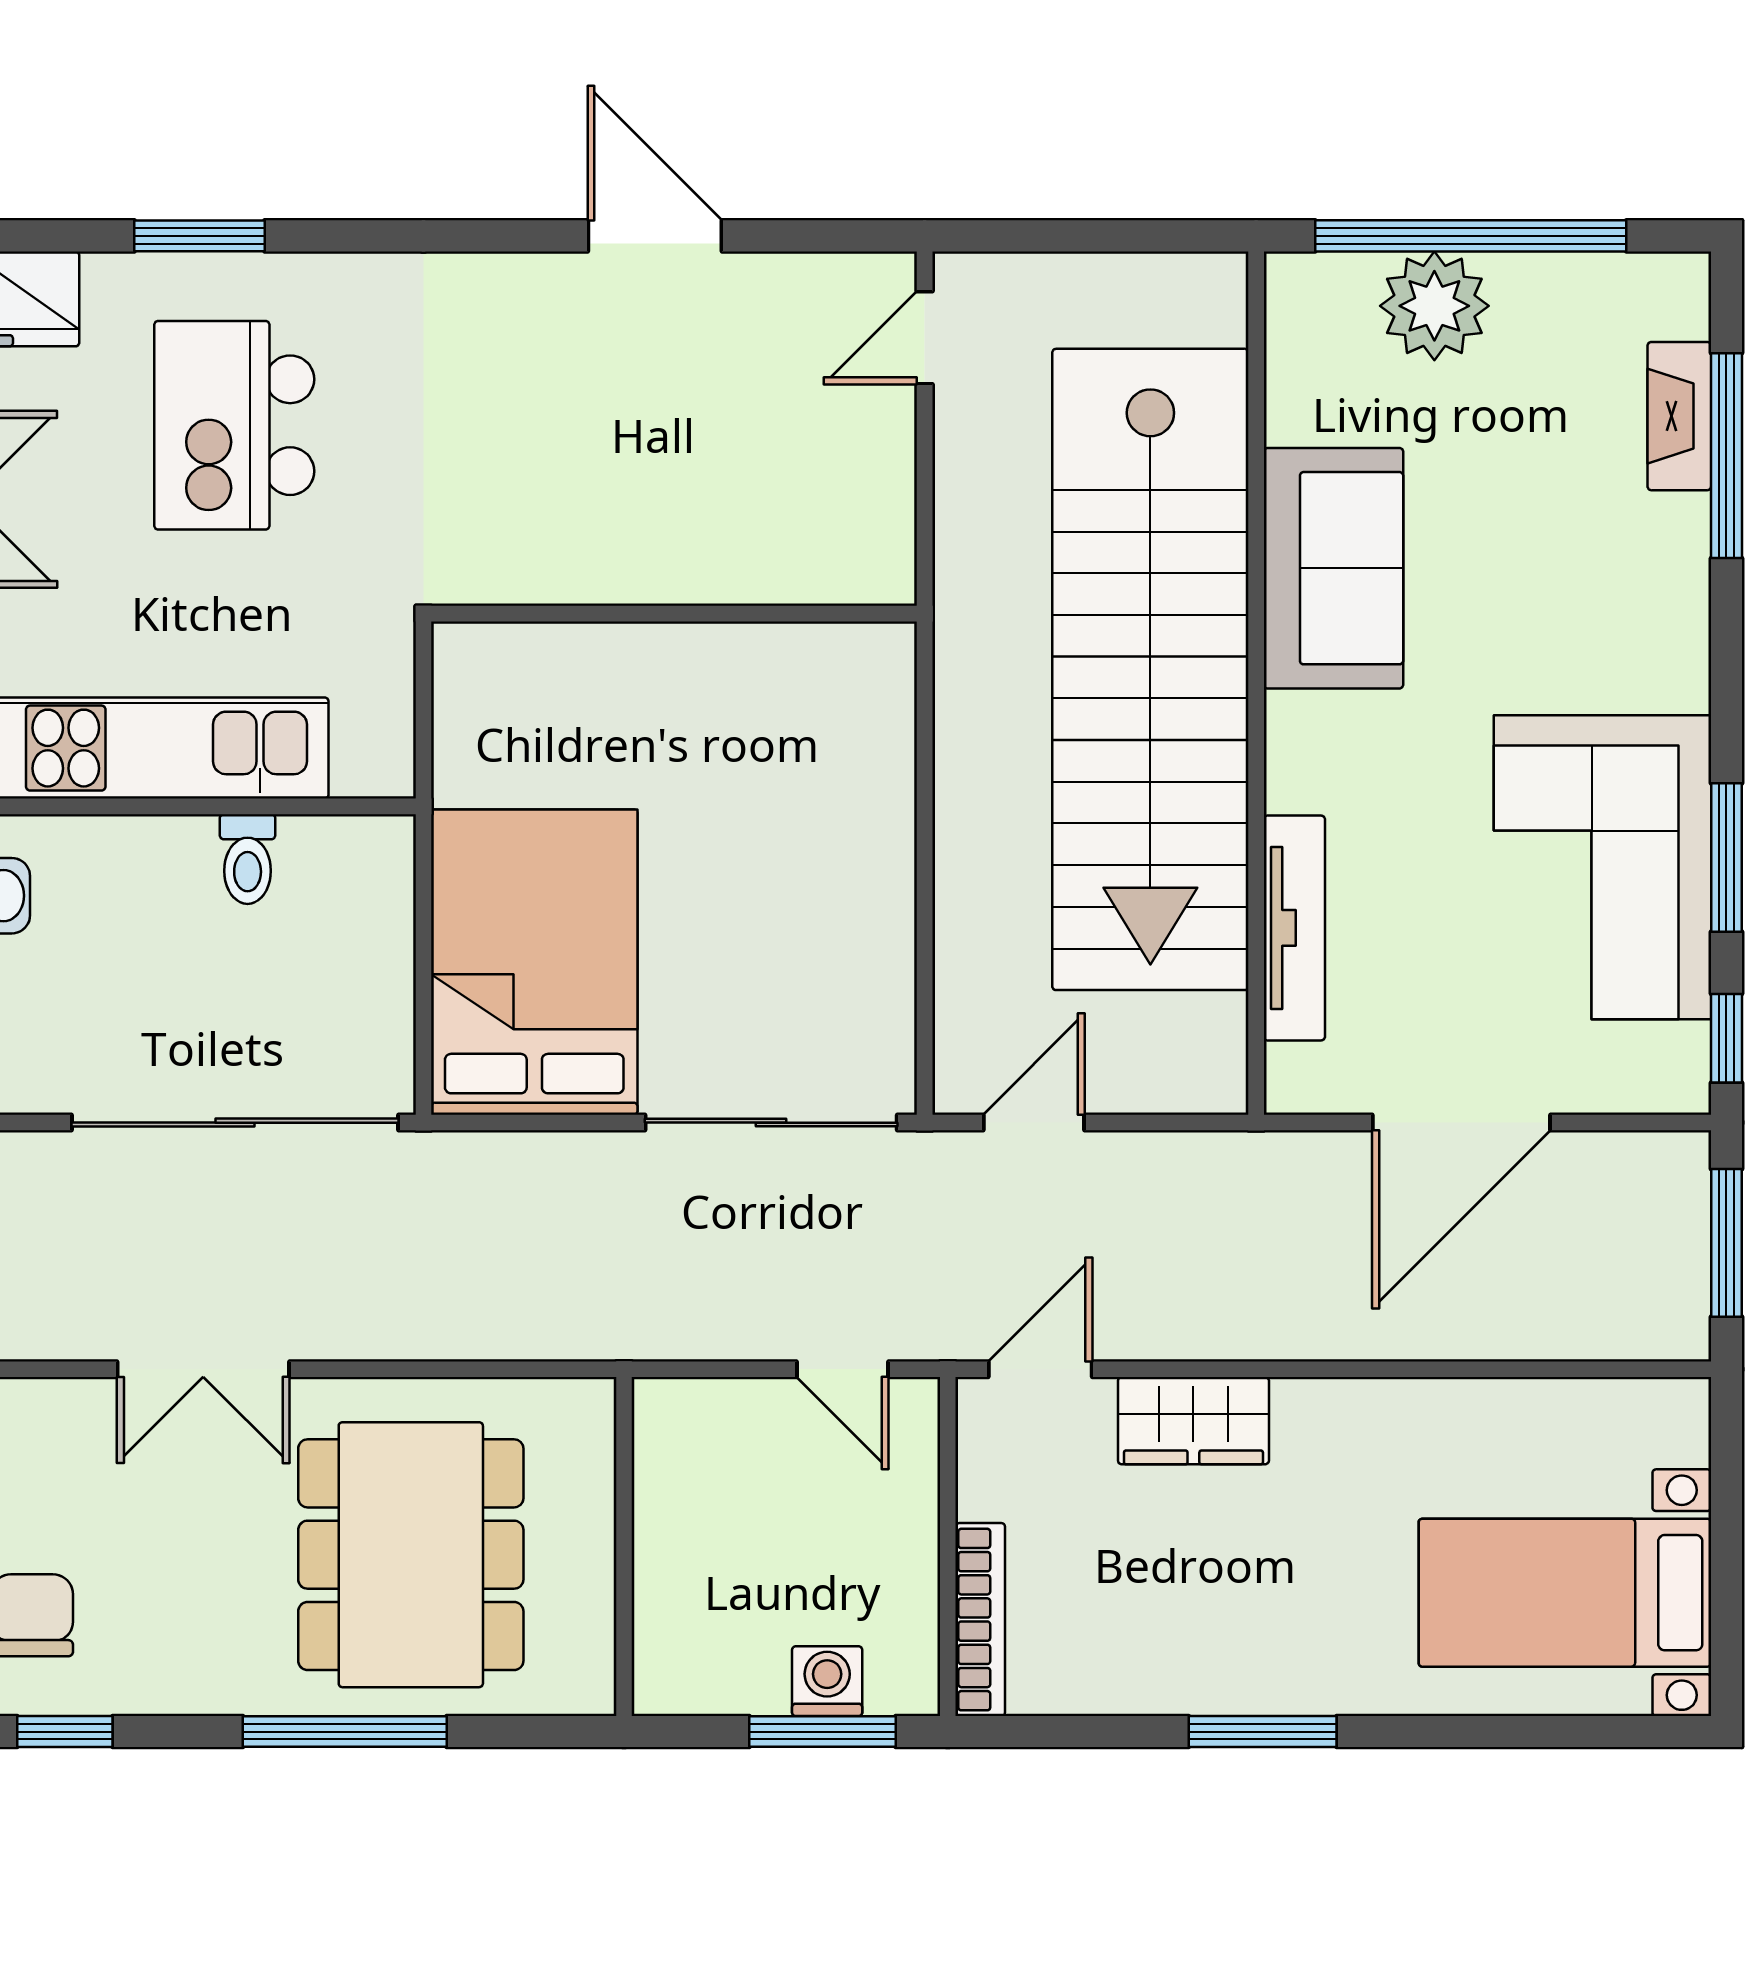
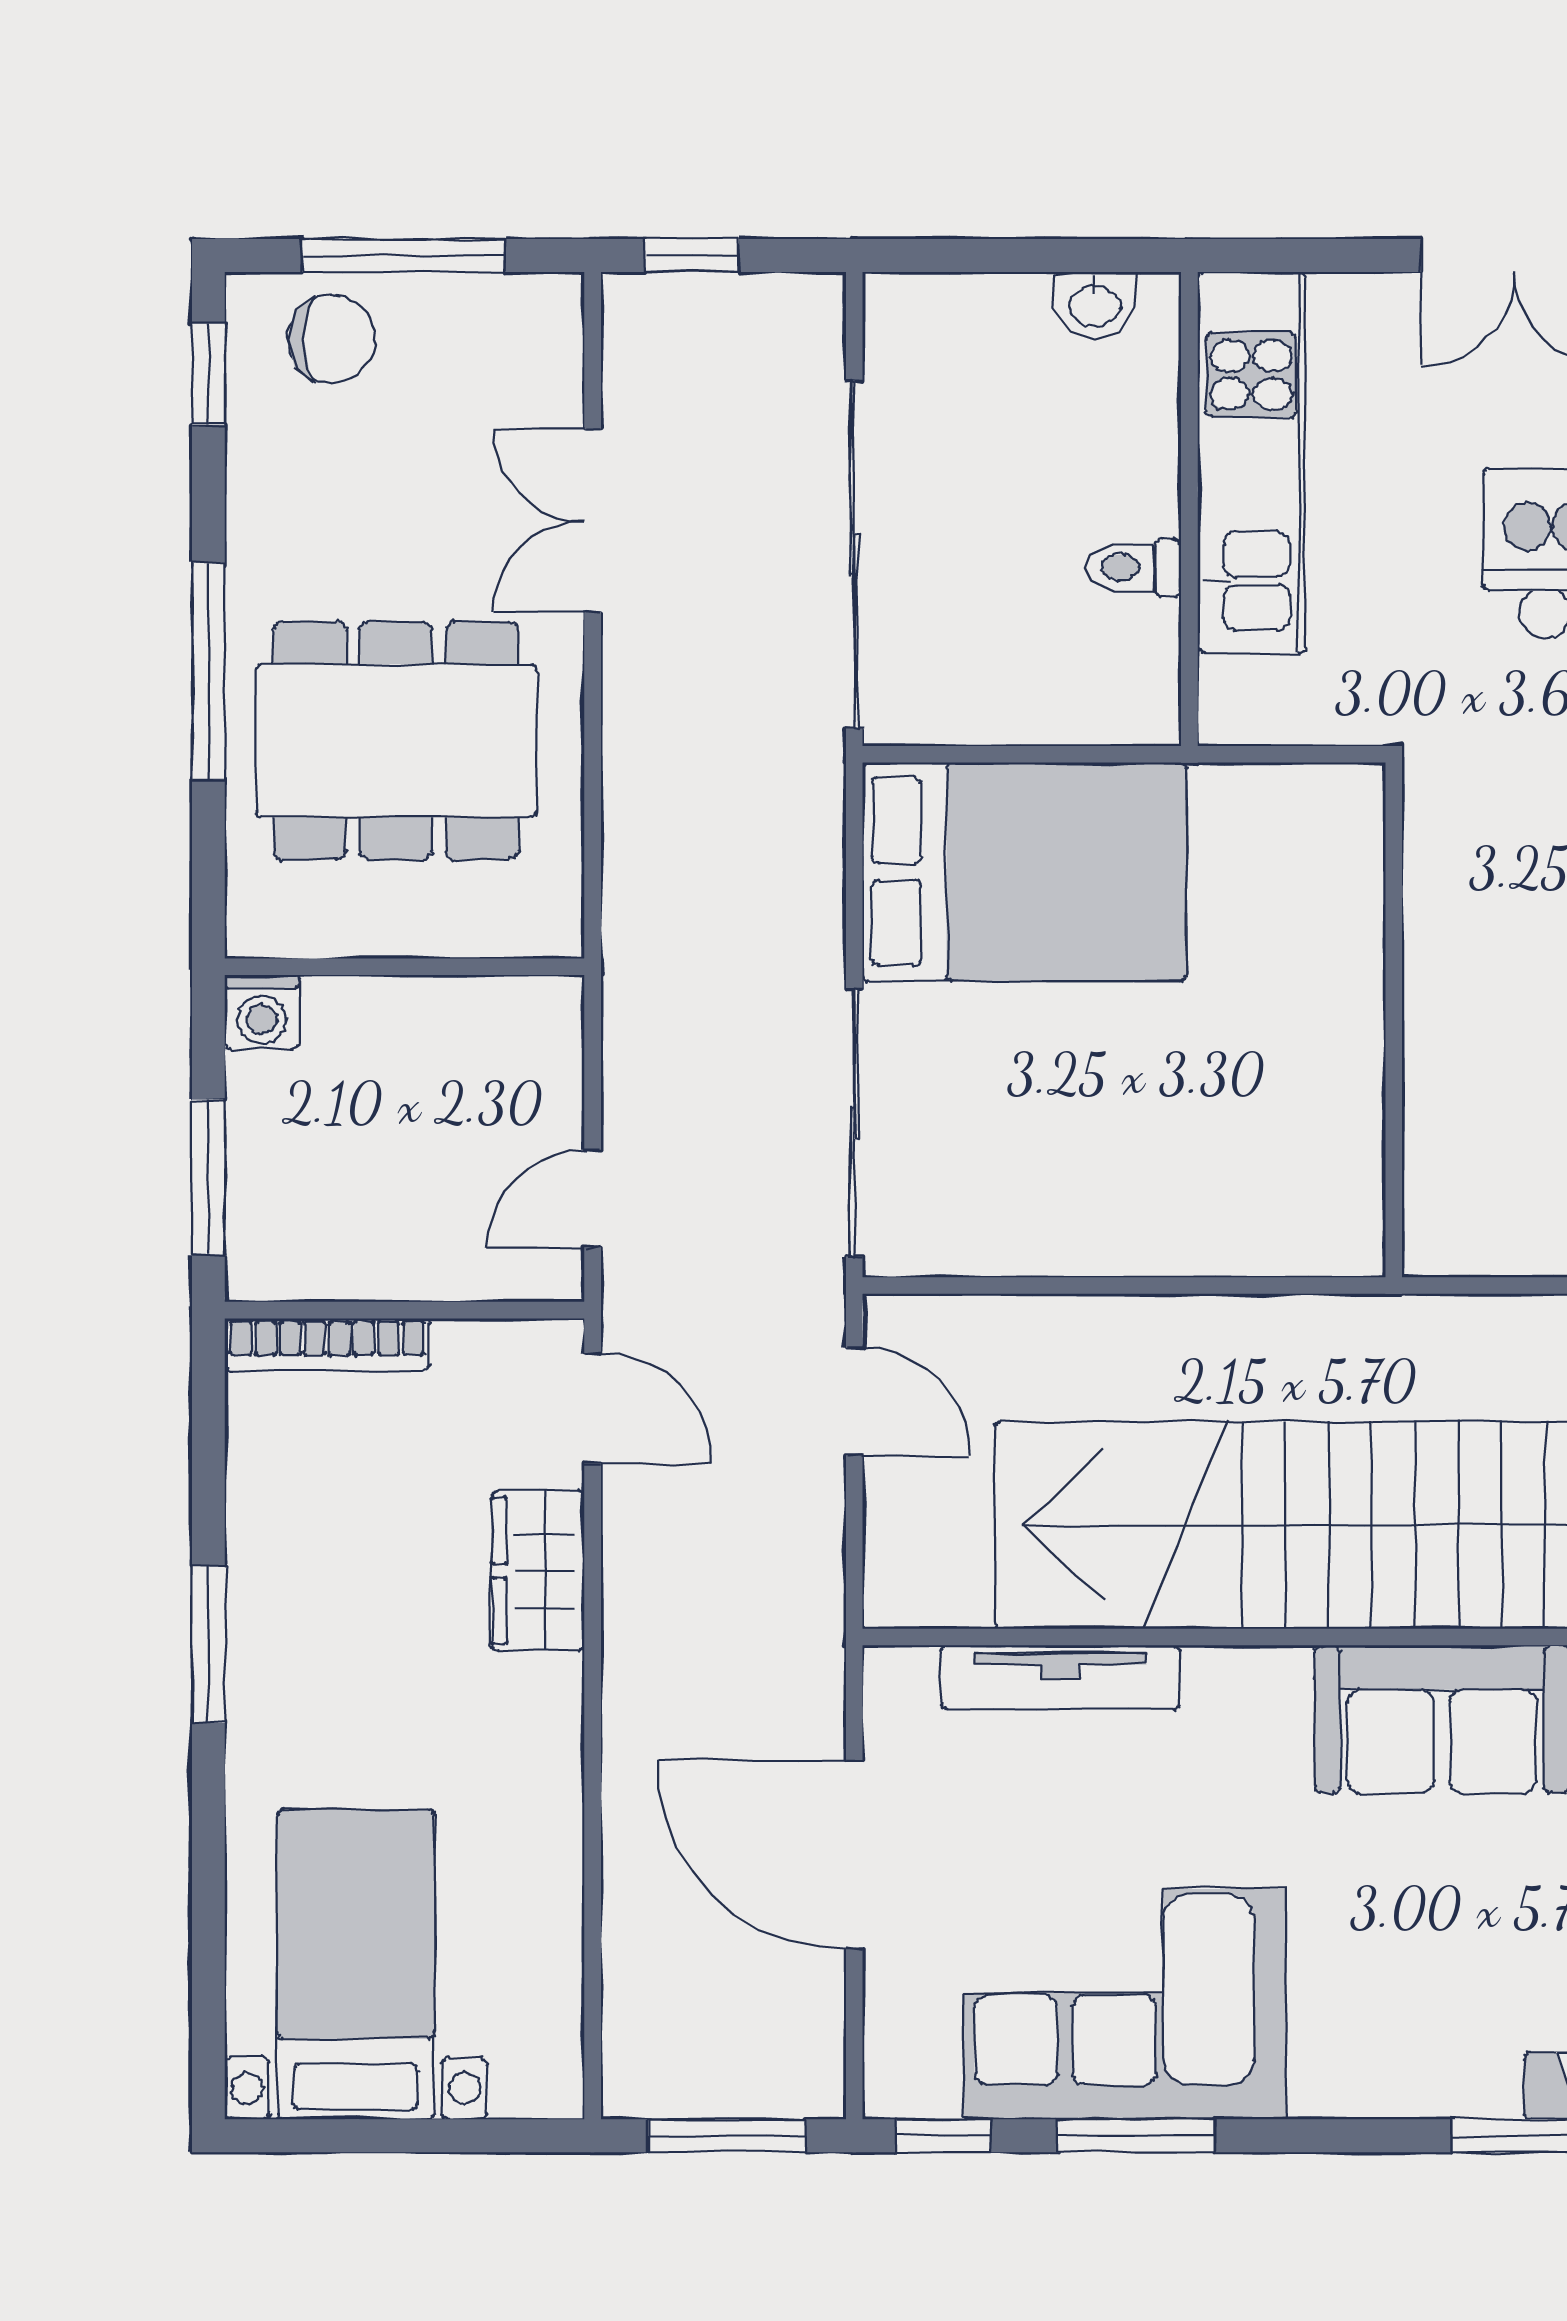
washing machine: (827, 1681) -> (262, 1012), moved, turned 90

